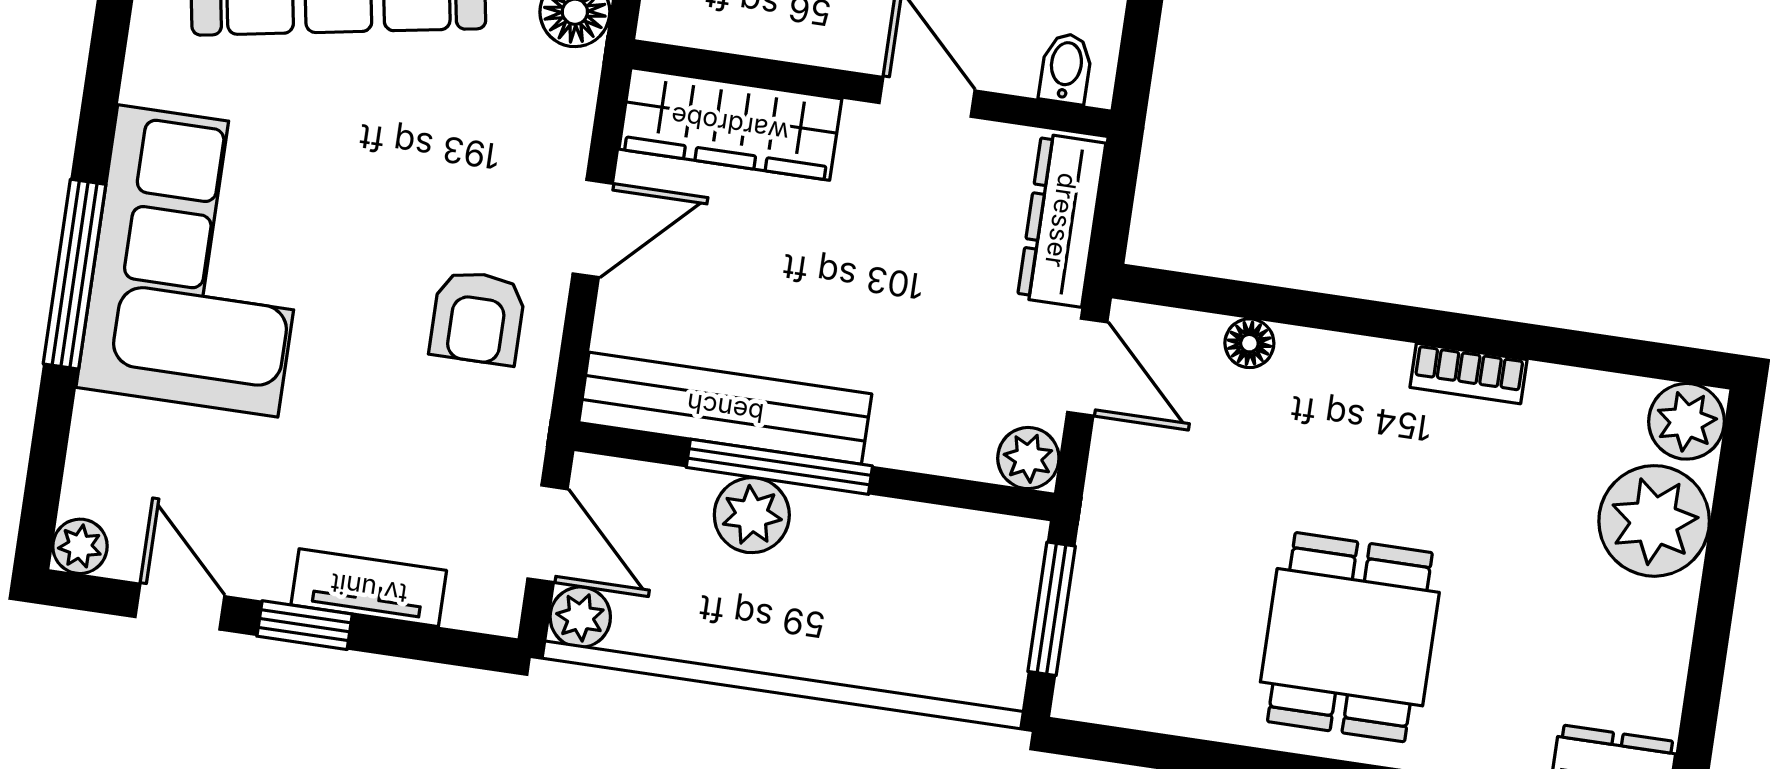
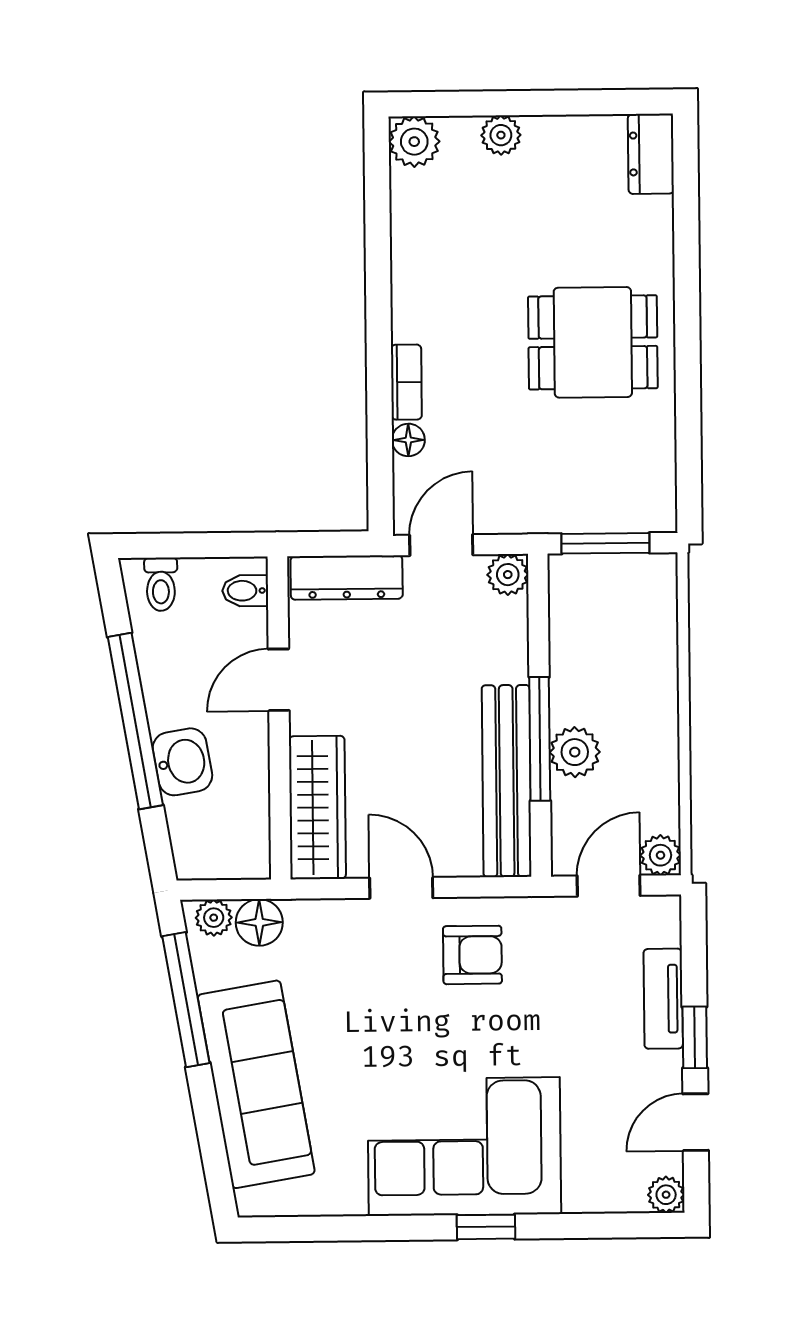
window: (75, 274) -> (486, 1227), width x0.46
bookcase: (1468, 373) -> (406, 382), moved
plant: (1654, 521) -> (501, 135), width x0.53, depth x0.53

